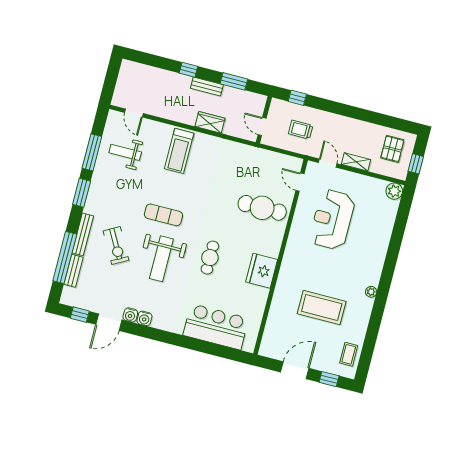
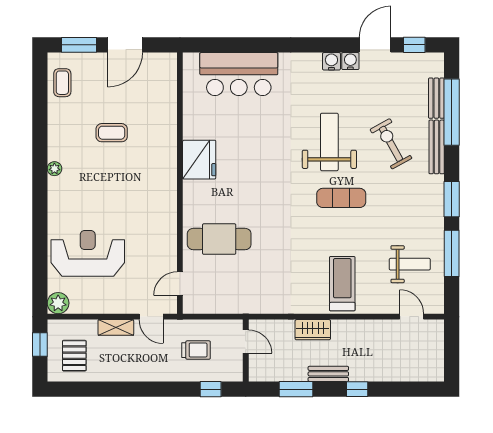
door: (300, 182) -> (180, 284), swing flipped
reception desk: (332, 220) -> (88, 253), moved, turned -90
cafe table: (210, 258) -> (269, 159), removed
coffee table: (322, 308) -> (112, 133), width x0.54, depth x0.58
window: (329, 379) -> (79, 45), width x1.50

